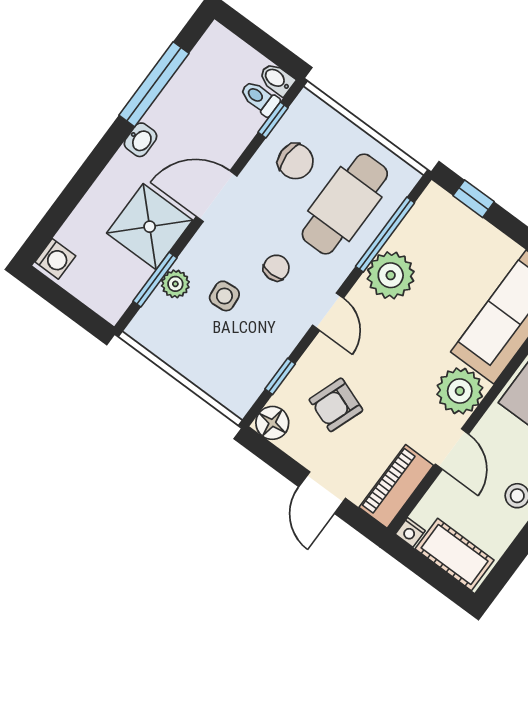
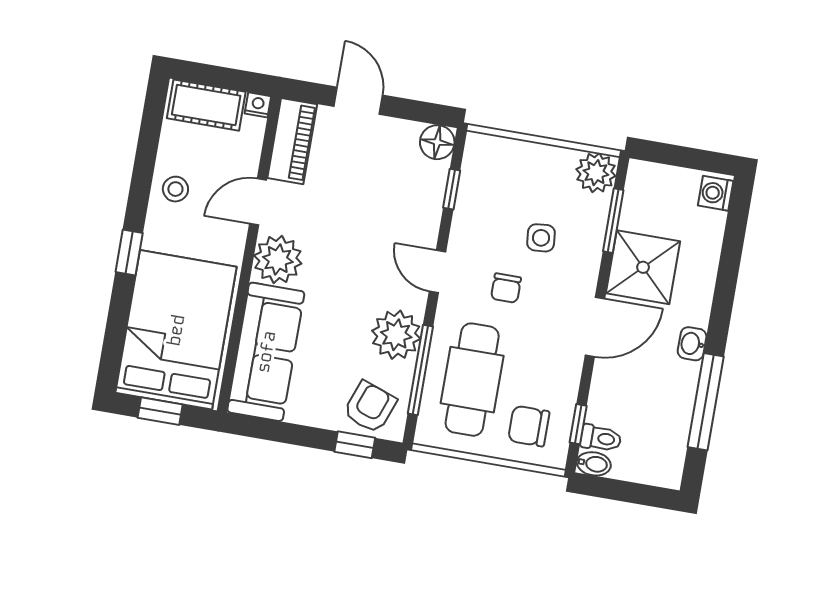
chair: (296, 161) -> (529, 426), moved
plant: (175, 284) -> (596, 173), moved, width x1.38, depth x1.38
armchair: (336, 405) -> (370, 407), moved
door: (452, 449) -> (258, 202), hinge flipped

